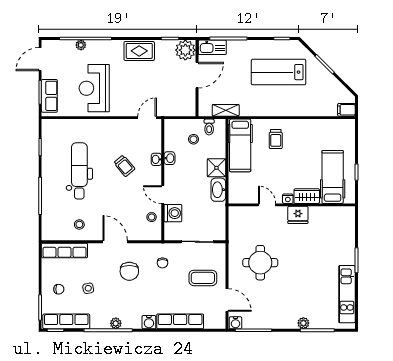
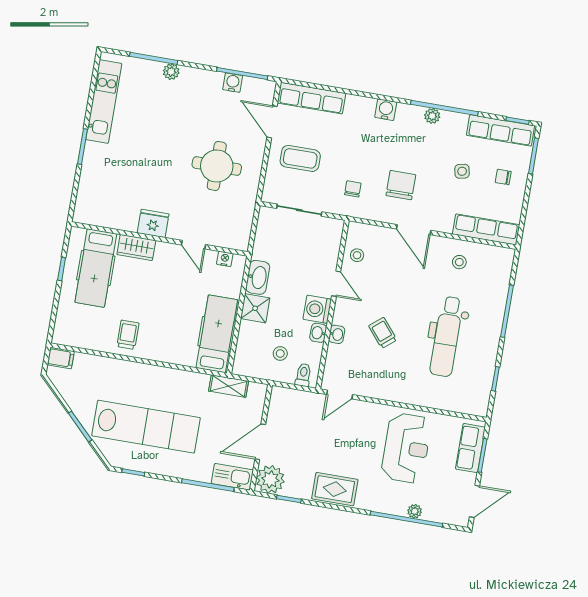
lab bench: (279, 72) -> (146, 427), width x1.36
toilet: (209, 127) -> (303, 375), moved
trolley: (276, 139) -> (128, 335), moved
nightstand: (288, 199) -> (225, 259), moved
washing machine: (173, 213) -> (317, 309), moved
row of seats: (180, 321) -> (311, 98), moved
water cooler: (235, 323) -> (233, 83), moved

